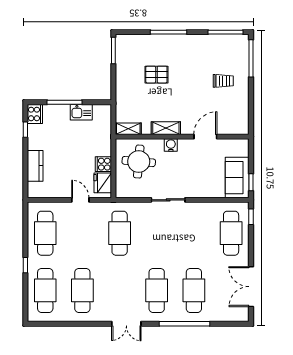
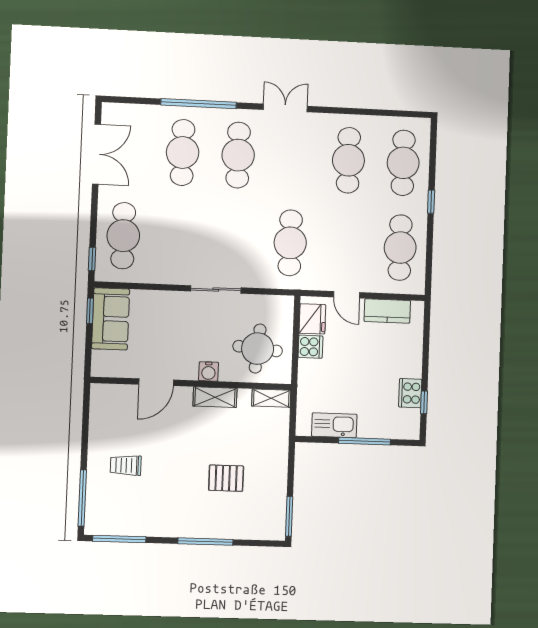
kitchen sink: (81, 112) -> (334, 425), width x1.38
cooker: (35, 114) -> (410, 393), moved
kitchen counter: (35, 166) -> (387, 311), moved, turned -90

